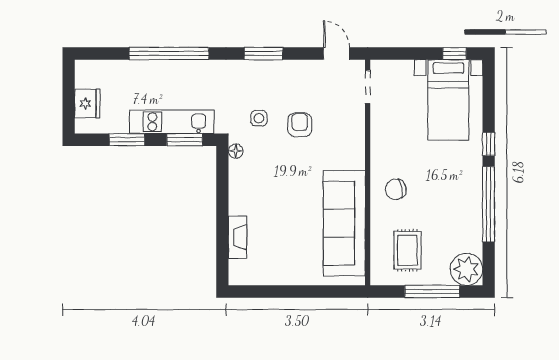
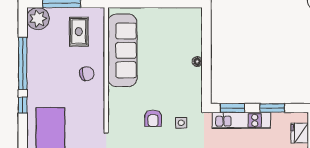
floor lamp: (236, 151) -> (197, 62), moved
fireplace: (238, 237) -> (196, 41), removed

